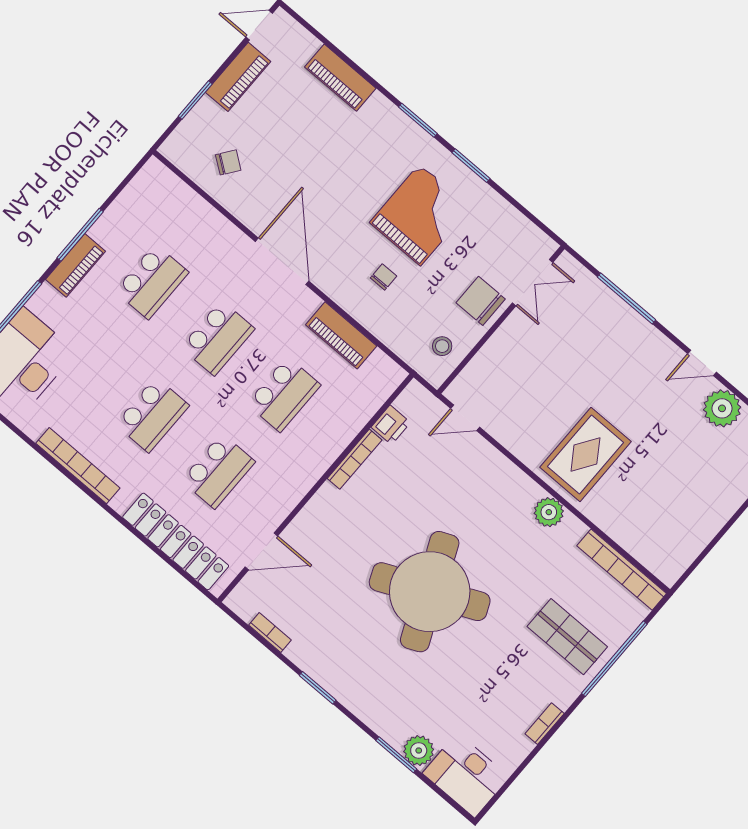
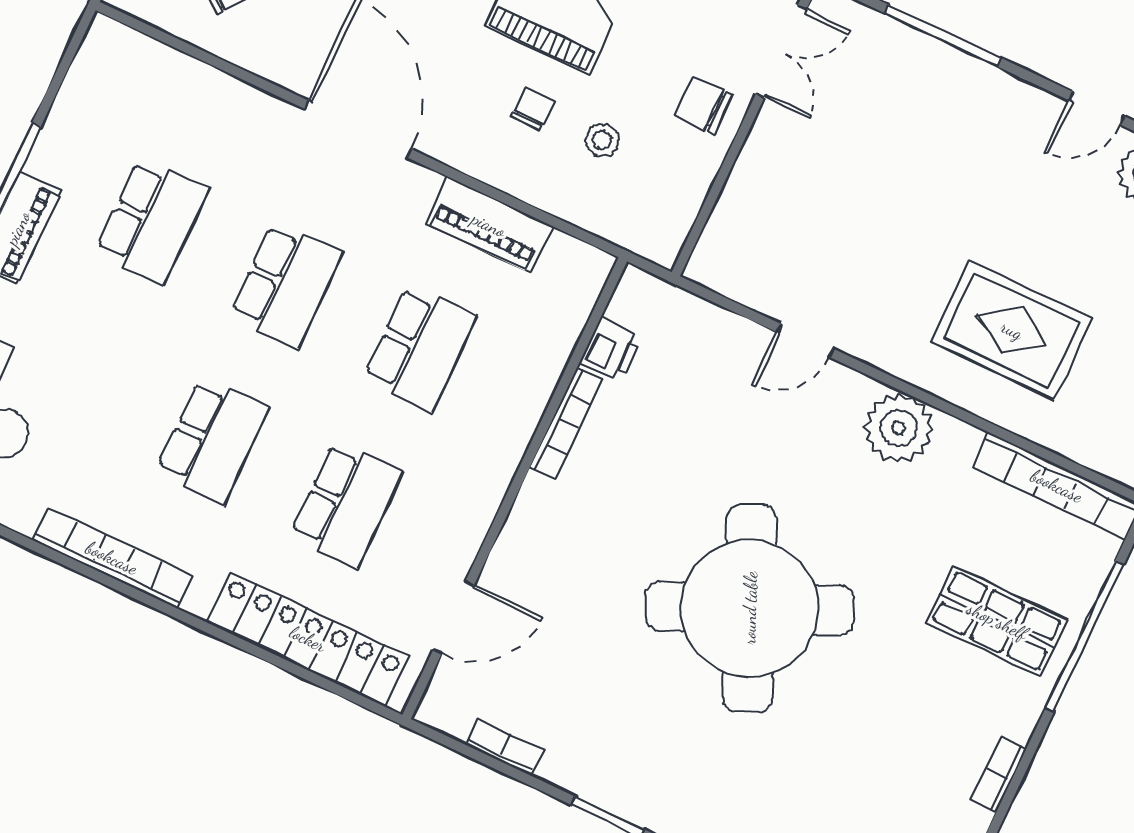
chair: (481, 301) -> (703, 105), width x0.73, depth x0.73
stool: (442, 346) -> (602, 140), moved
door: (465, 418) -> (805, 340), moved
rug: (585, 454) -> (1012, 330), moved, turned 90
plant: (549, 512) -> (898, 428), width x1.36, depth x1.36

